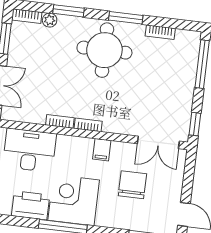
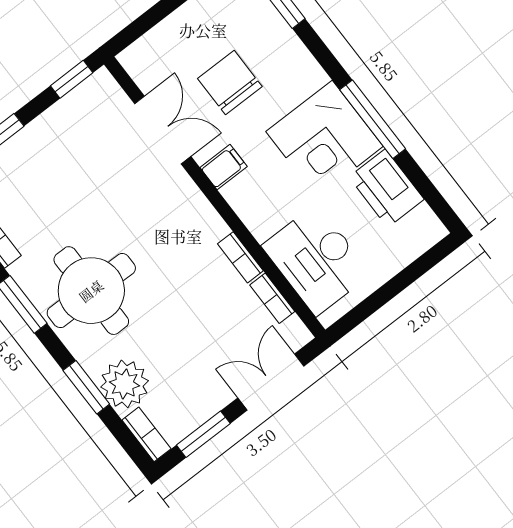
plant: (50, 20) -> (125, 384), width x1.87, depth x1.87
bookcase: (88, 125) -> (272, 298), moved
double door: (158, 142) -> (163, 130), moved
chair: (132, 185) -> (230, 83), turned 90

